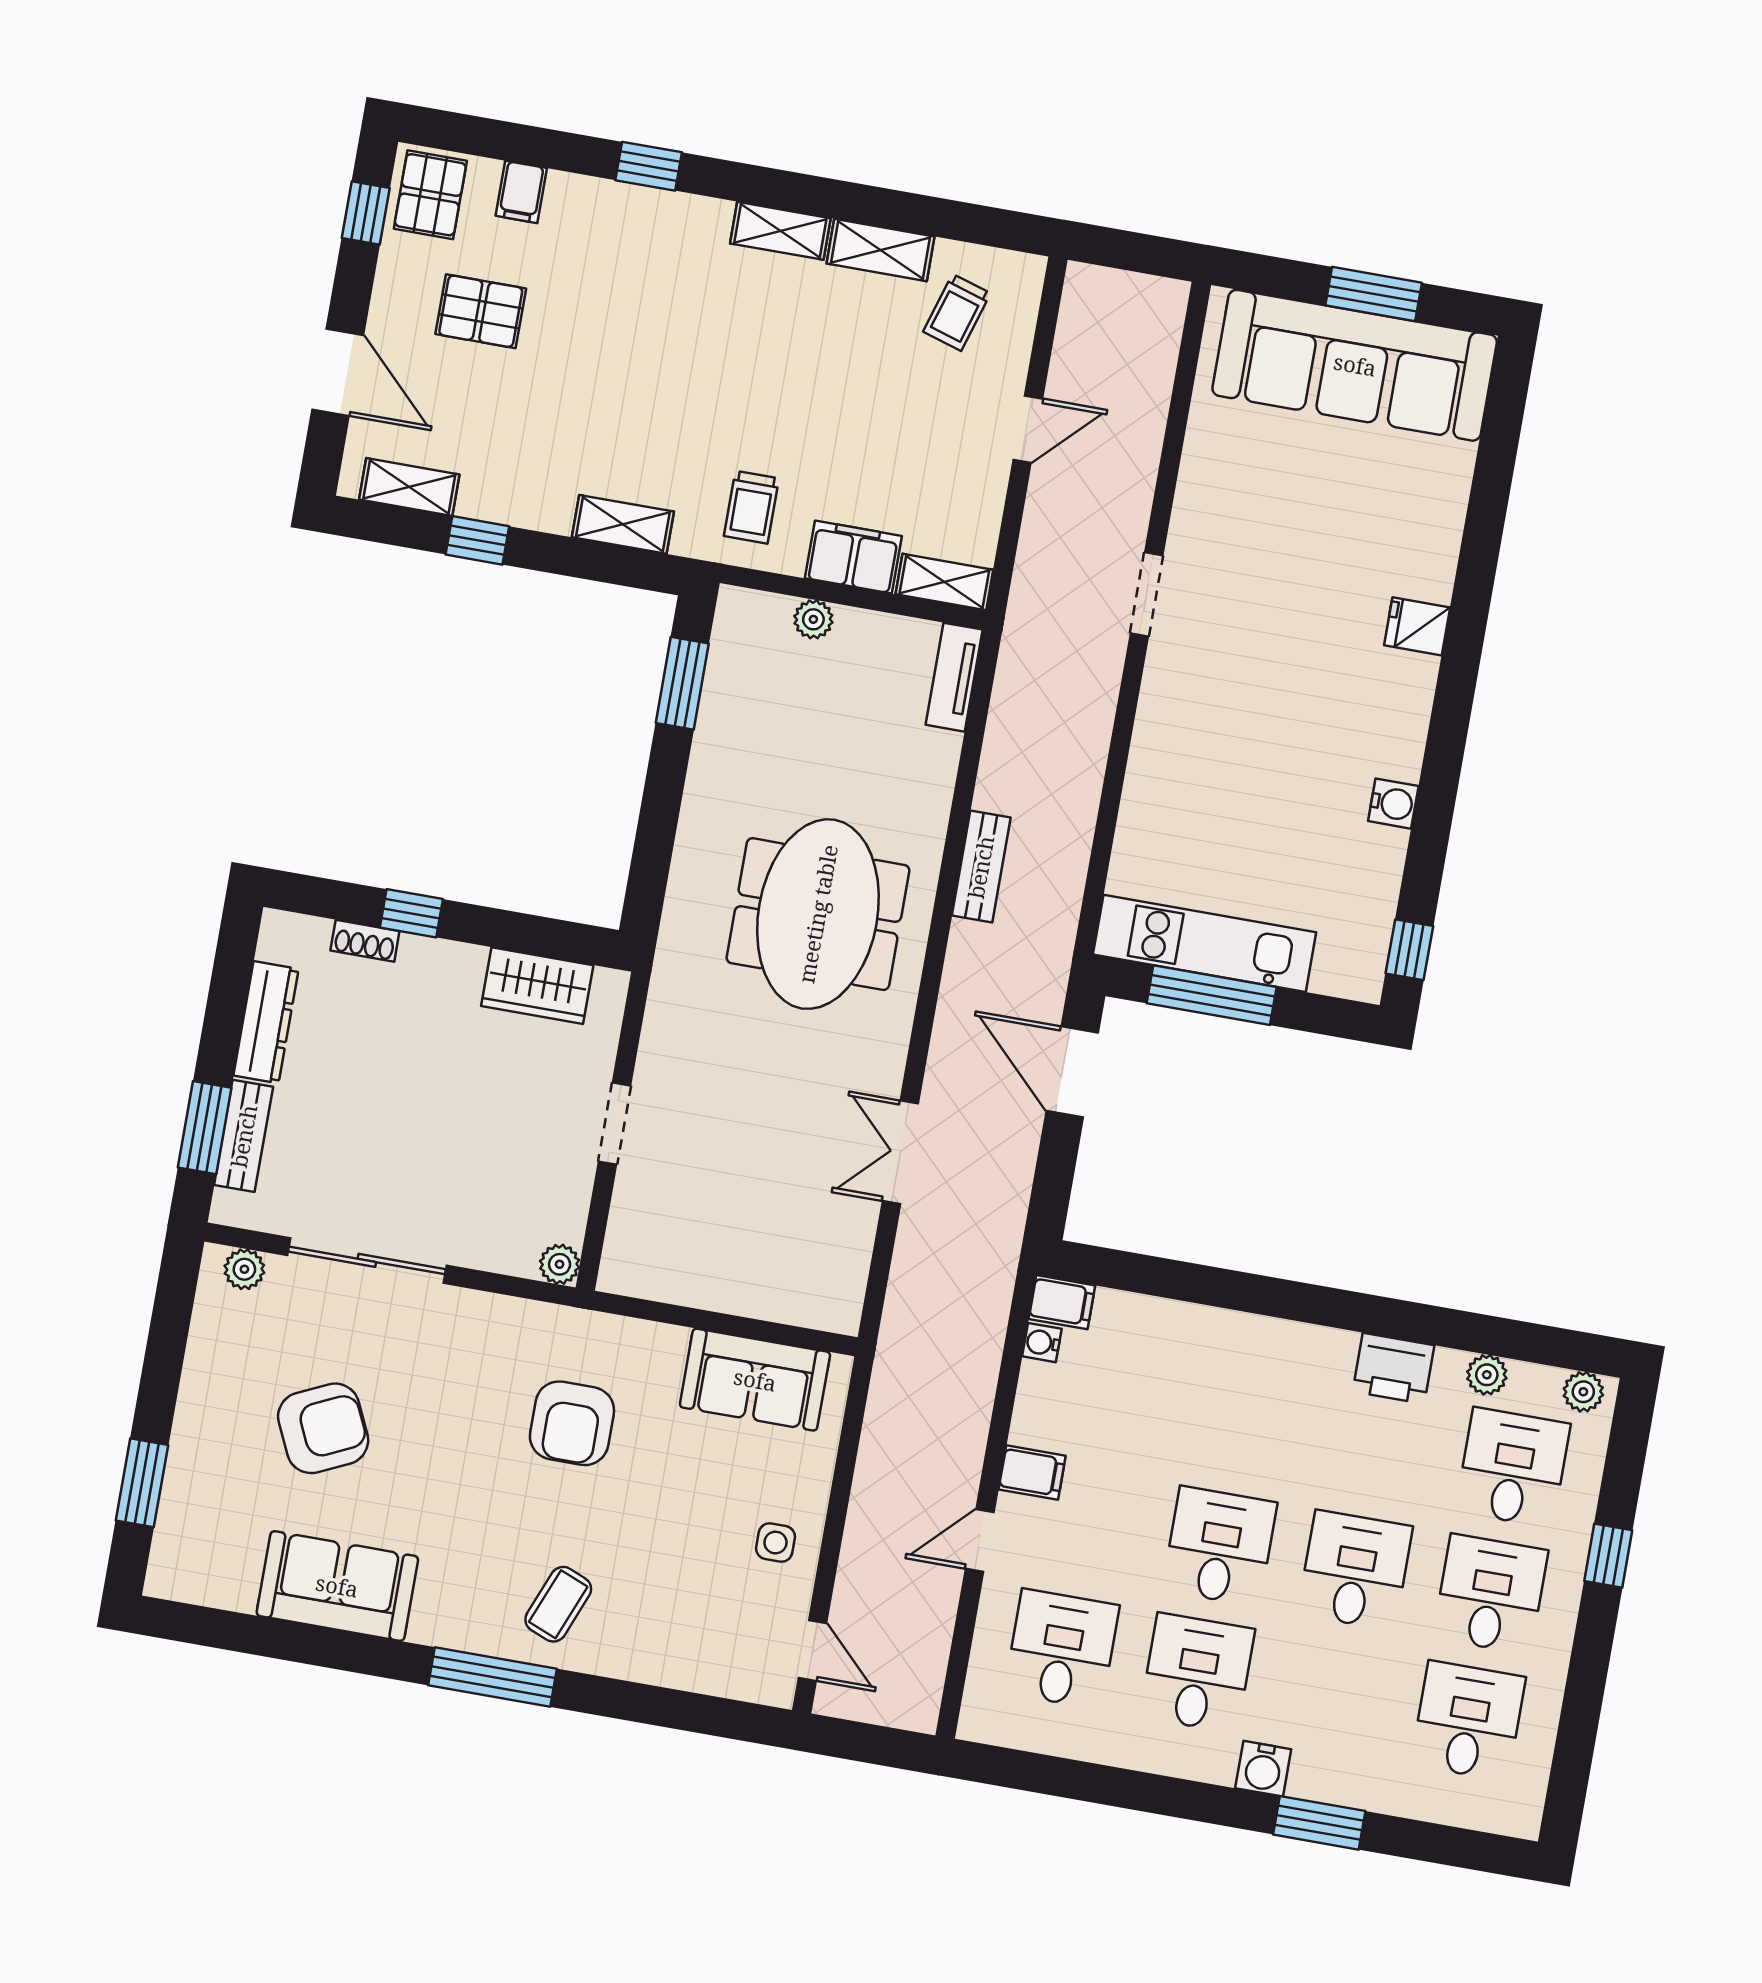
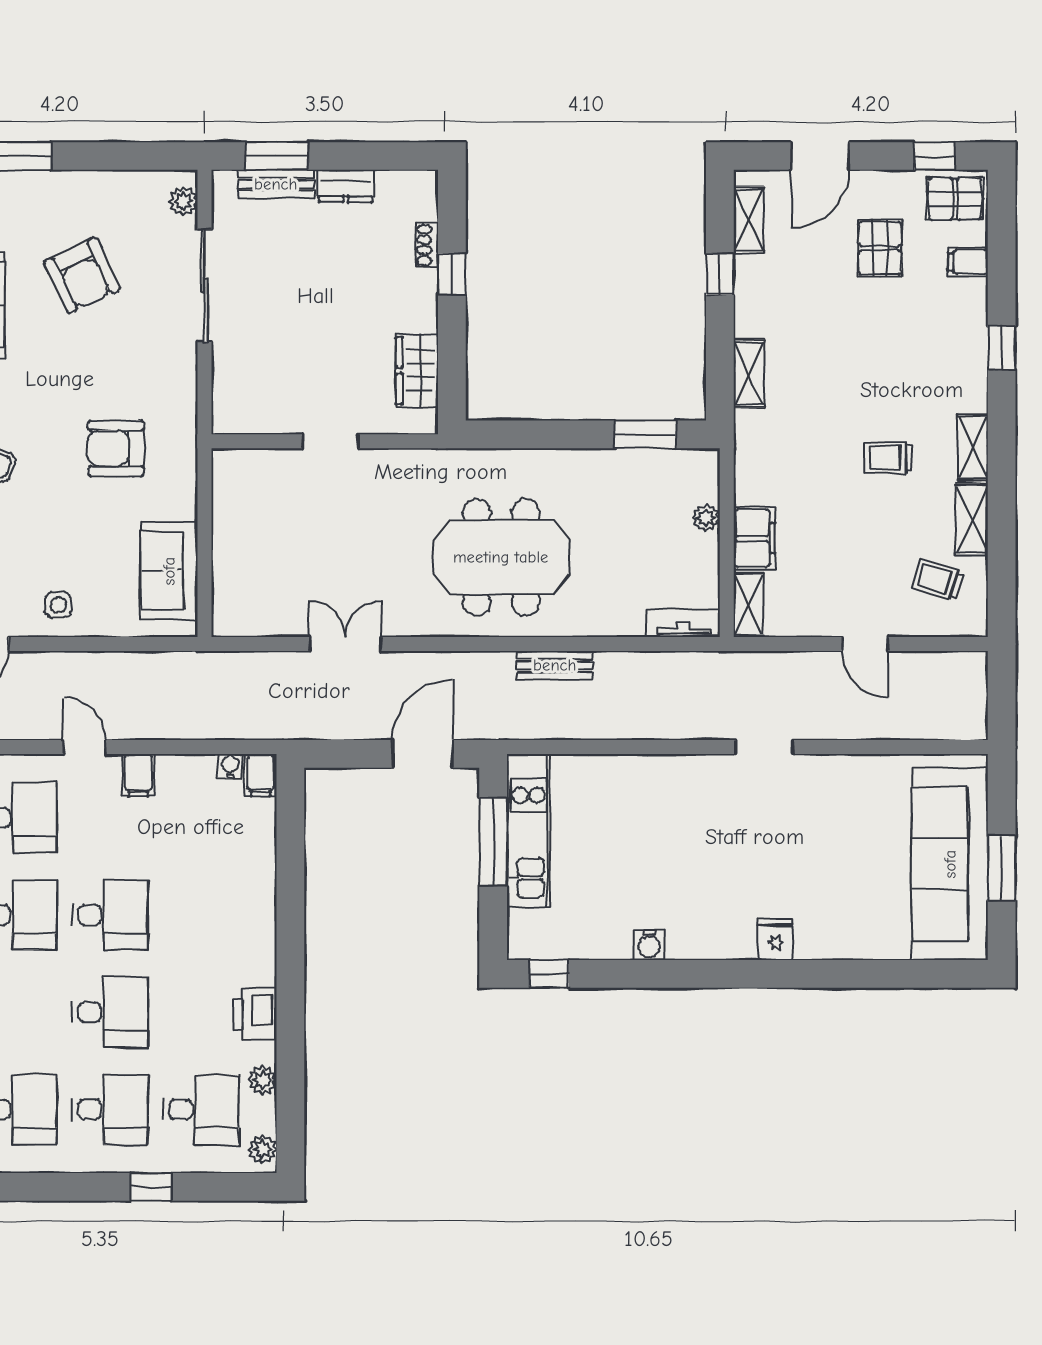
trolley: (751, 507) -> (889, 457), moved
dresser: (266, 1022) -> (346, 186), width x0.70
plant: (560, 1264) -> (225, 420), removed

